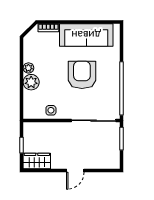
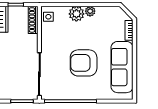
armchair: (82, 75) -> (84, 63), turned 180
side table: (51, 110) -> (48, 17), moved
shoe rack: (37, 127) -> (33, 20), added

